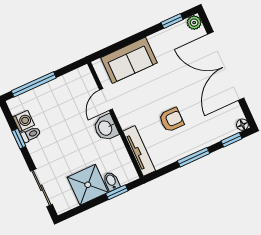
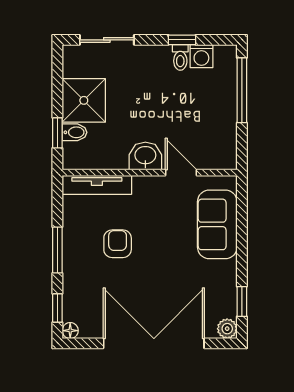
armchair: (171, 120) -> (118, 244), turned 180

